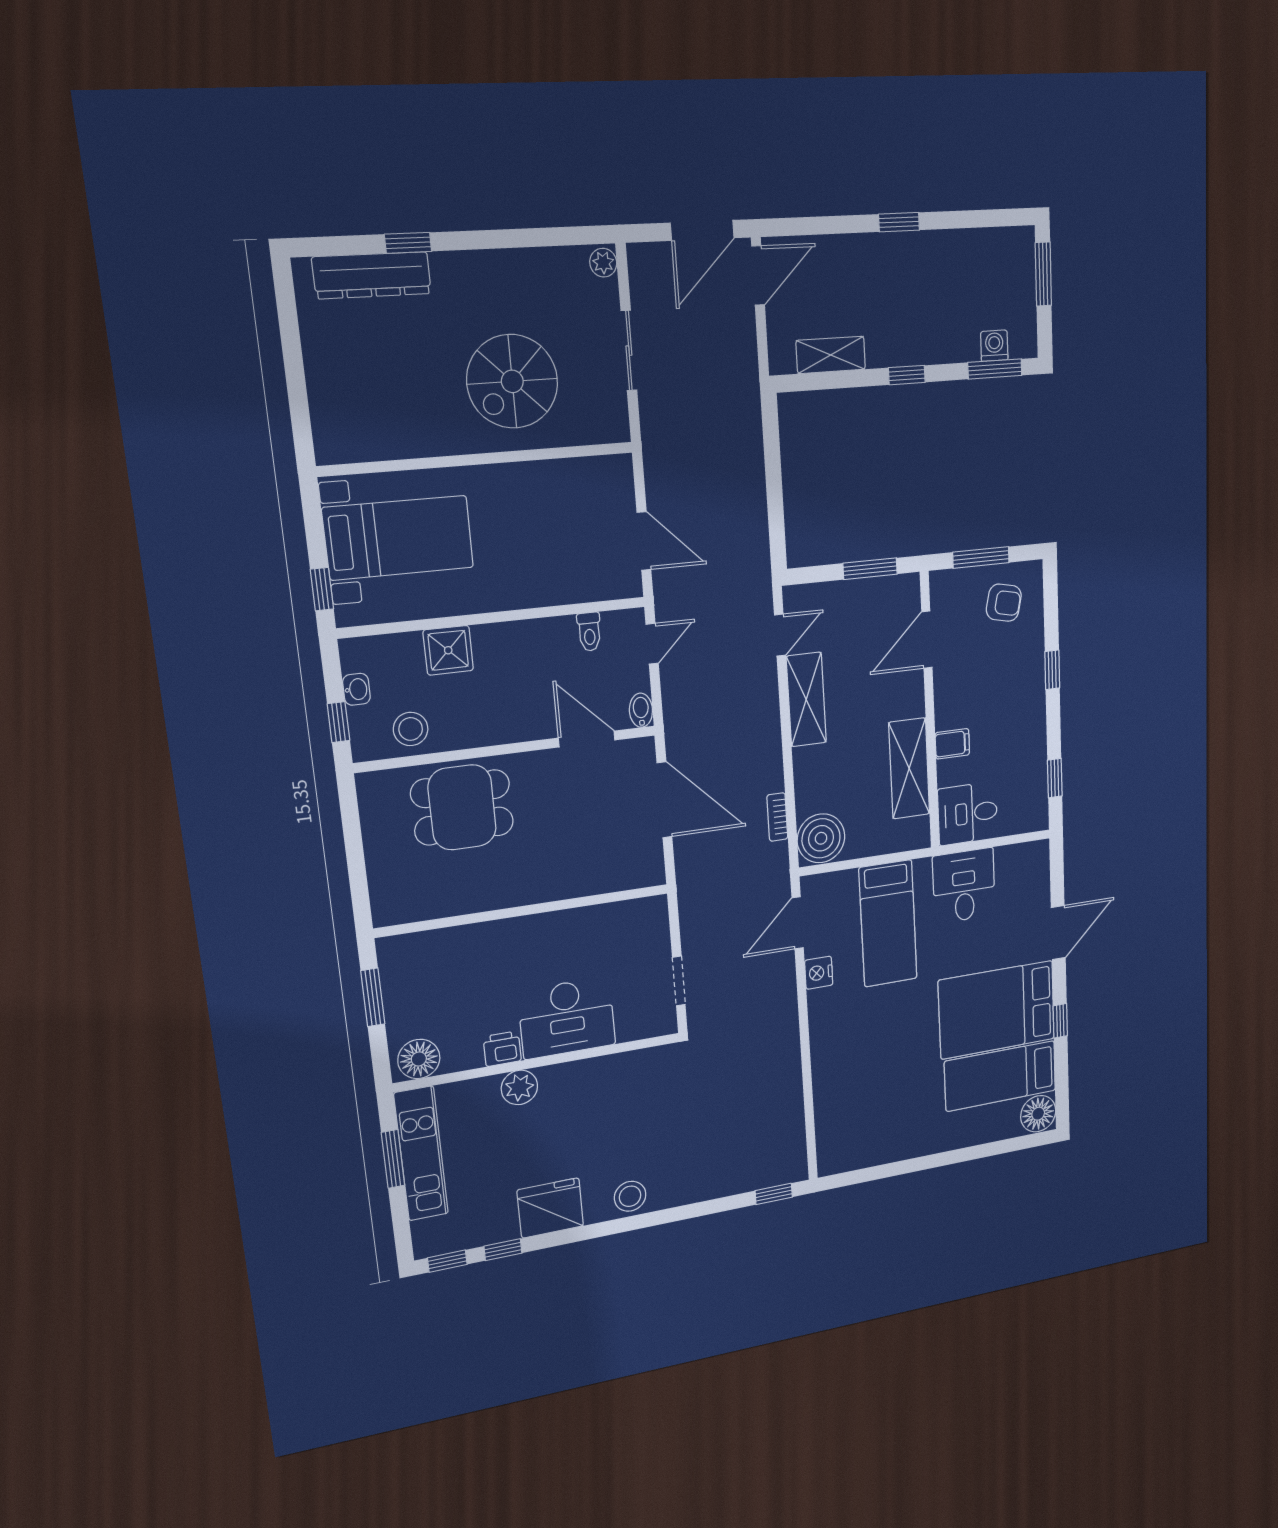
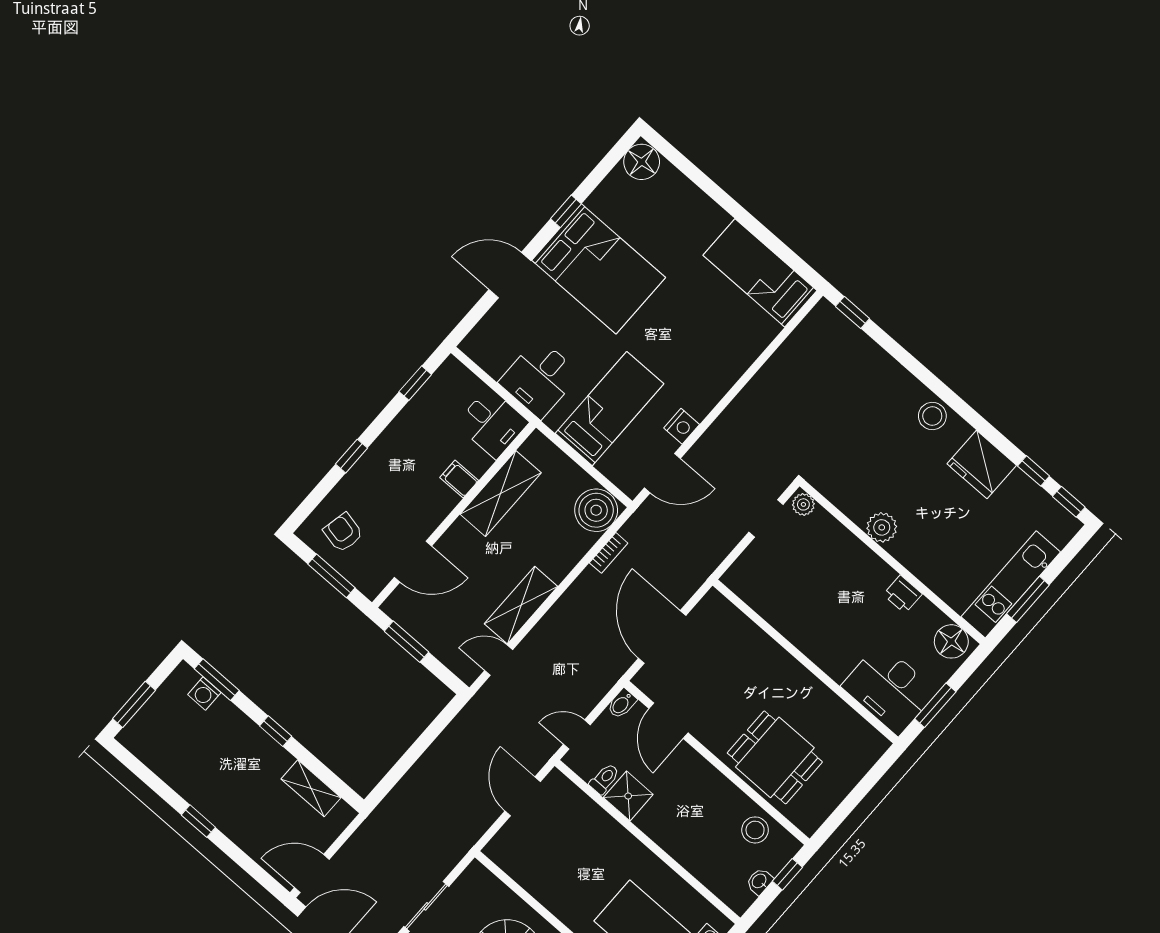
shower: (448, 650) -> (628, 796), moved
desk: (567, 1018) -> (889, 689), moved, turned 180
plant: (660, 1024) -> (803, 504), added
bed: (1000, 1076) -> (760, 273), moved, turned 180
plant: (519, 1087) -> (882, 527), moved

